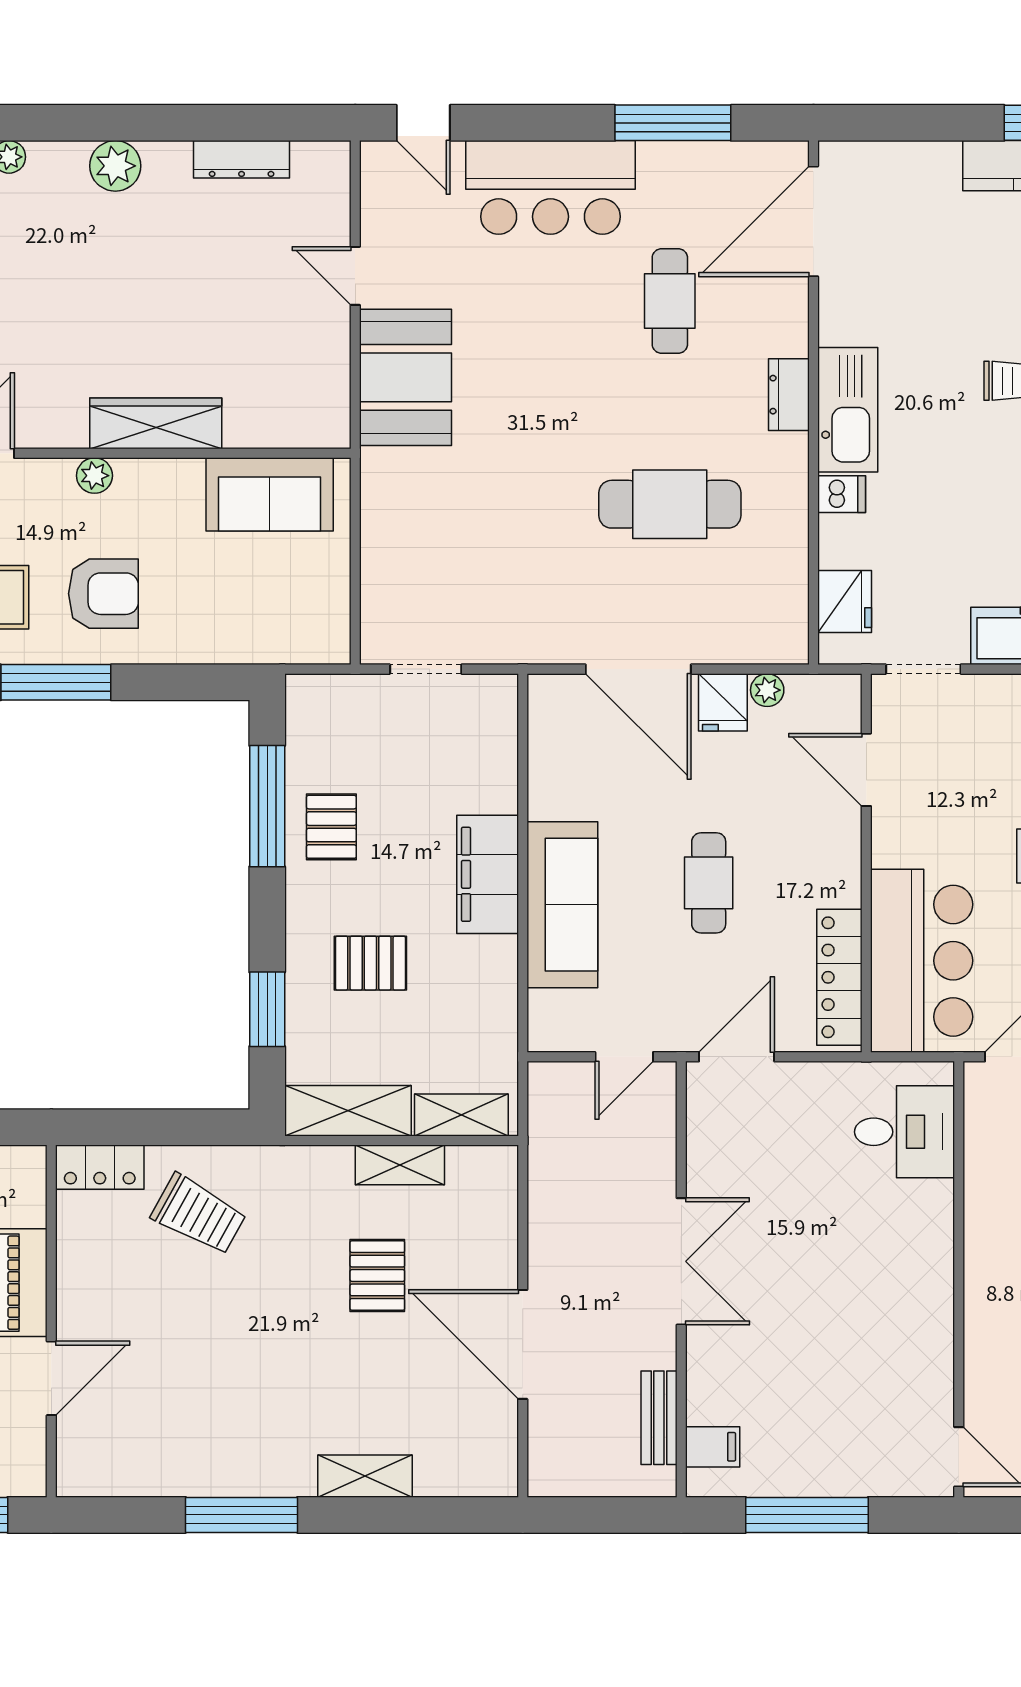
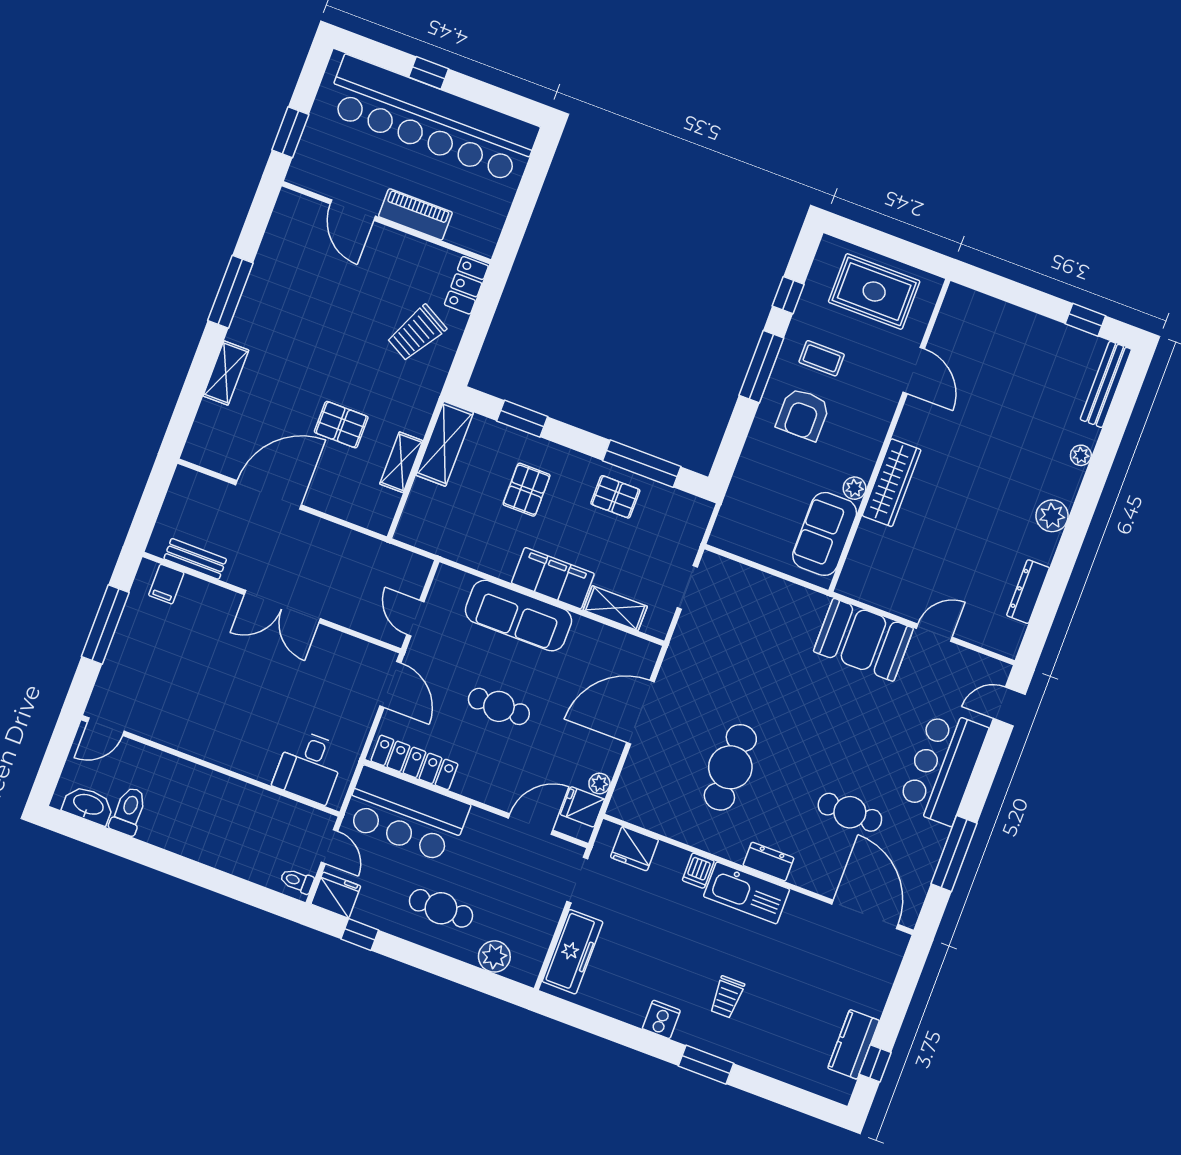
plant: (94, 476) -> (855, 488), moved
fridge: (723, 702) -> (582, 807), moved
shelving: (461, 1115) -> (615, 608), moved, turned 90

